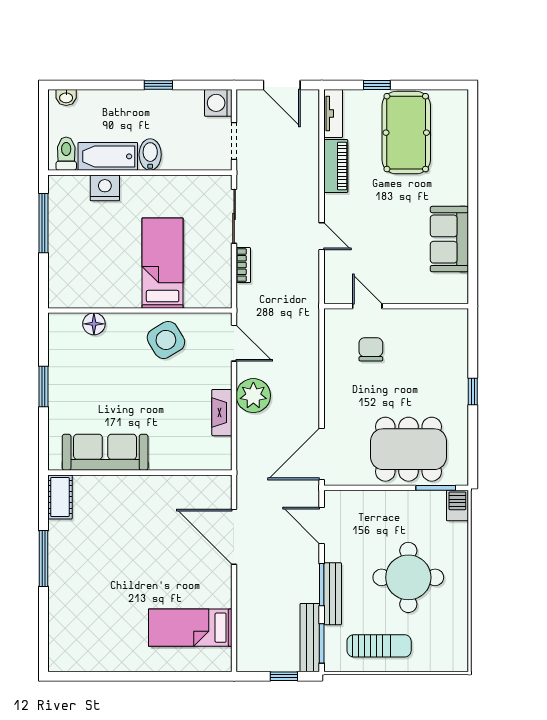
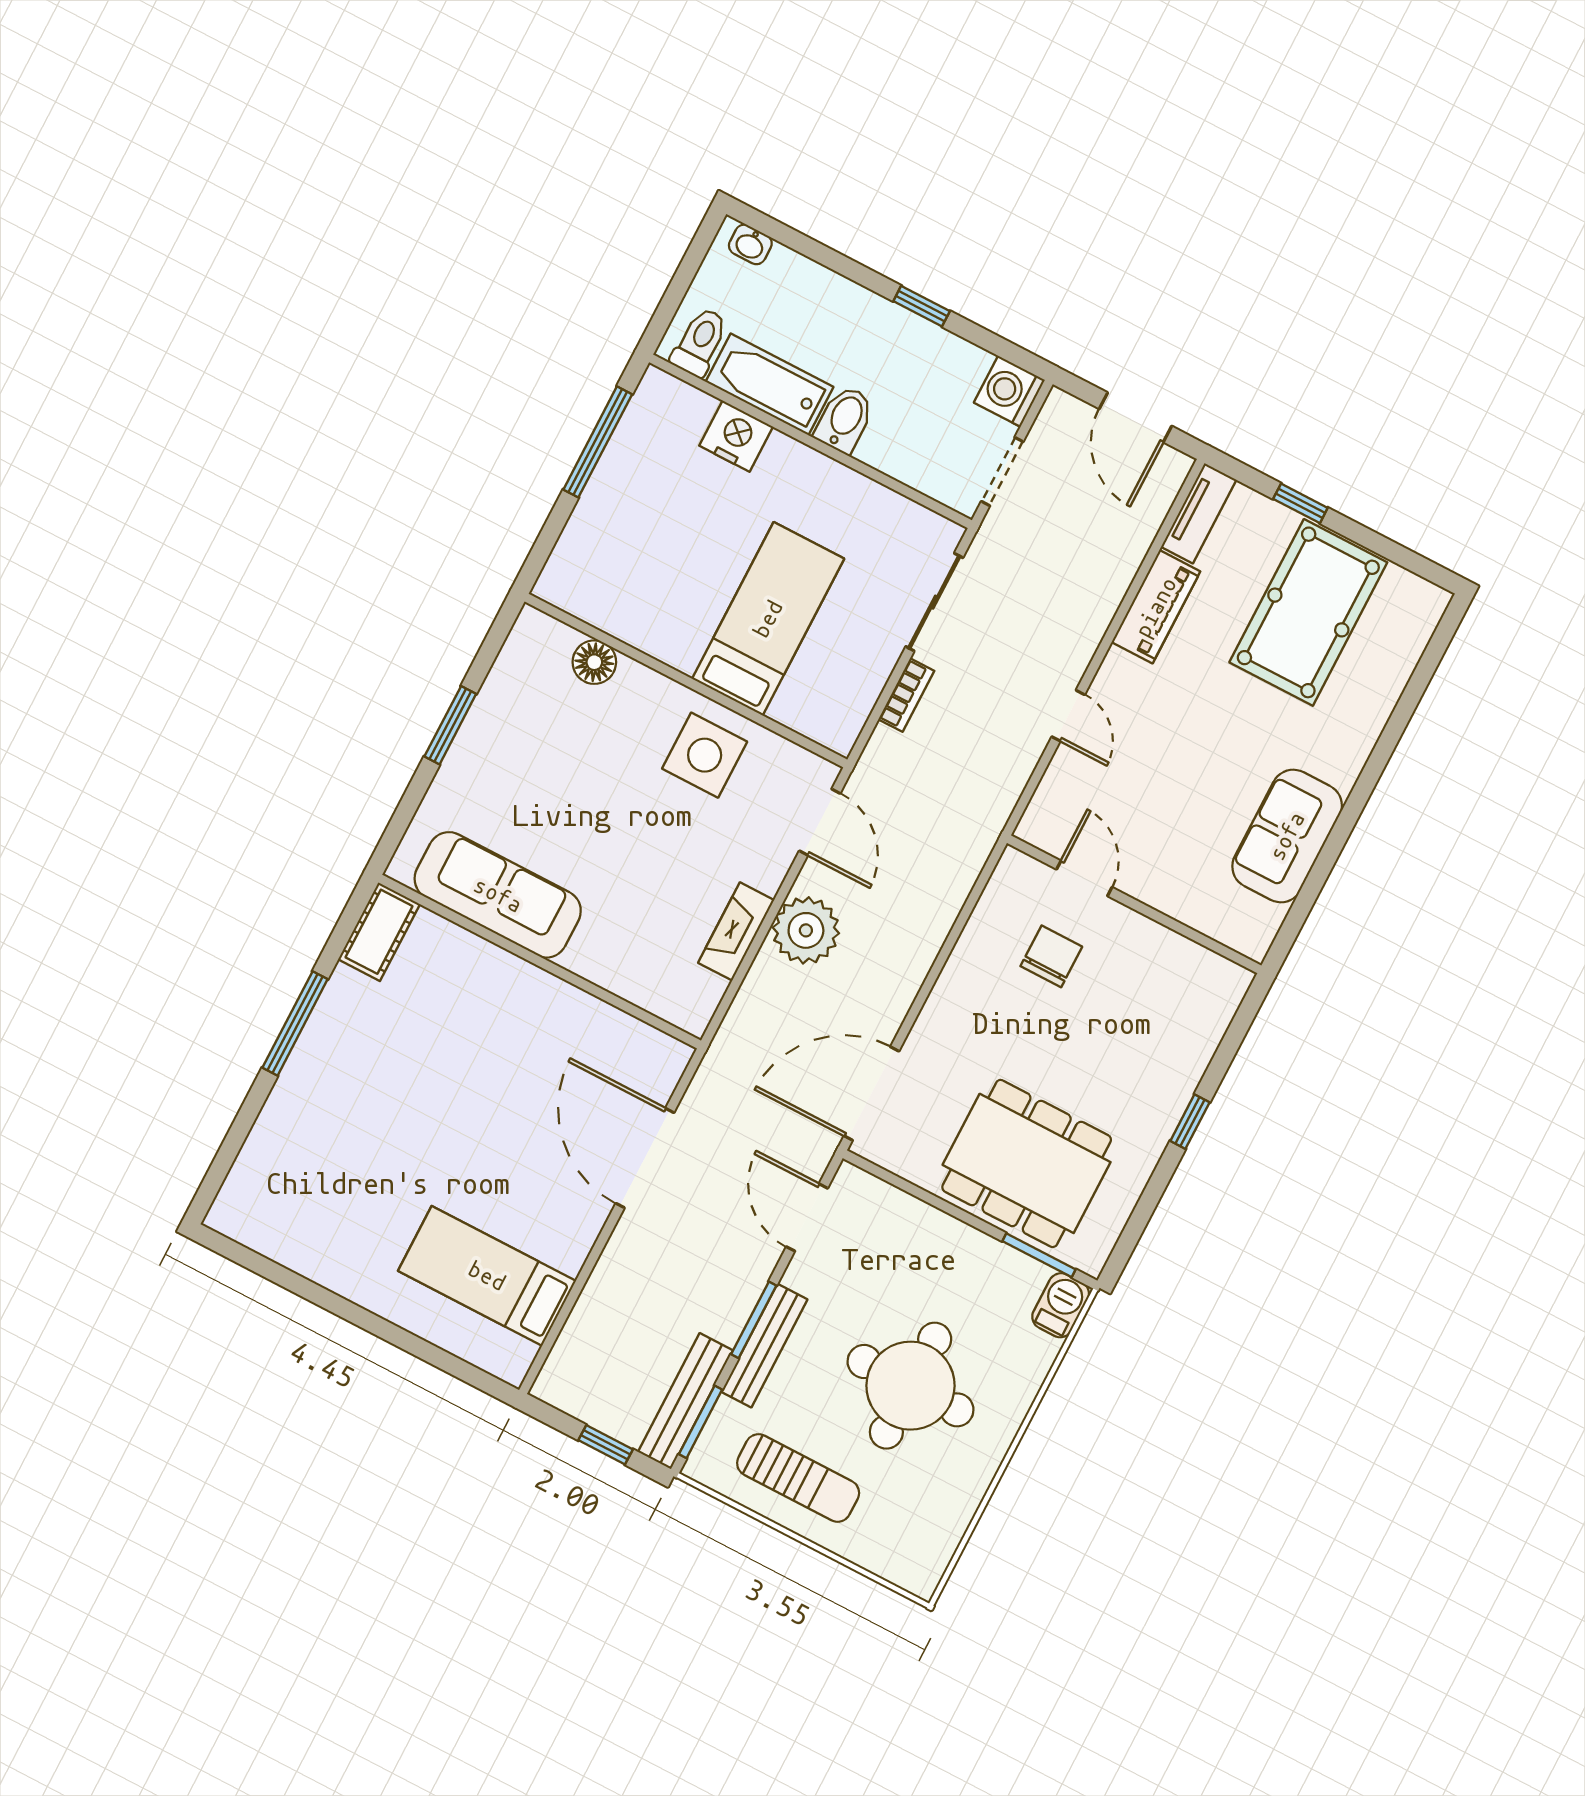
side table: (166, 340) -> (705, 755), turned 31

